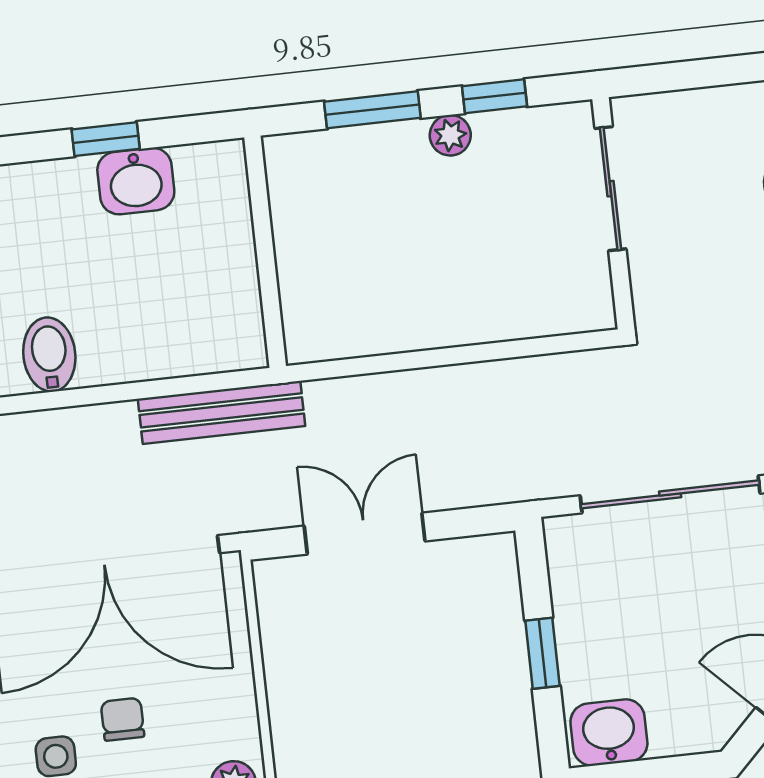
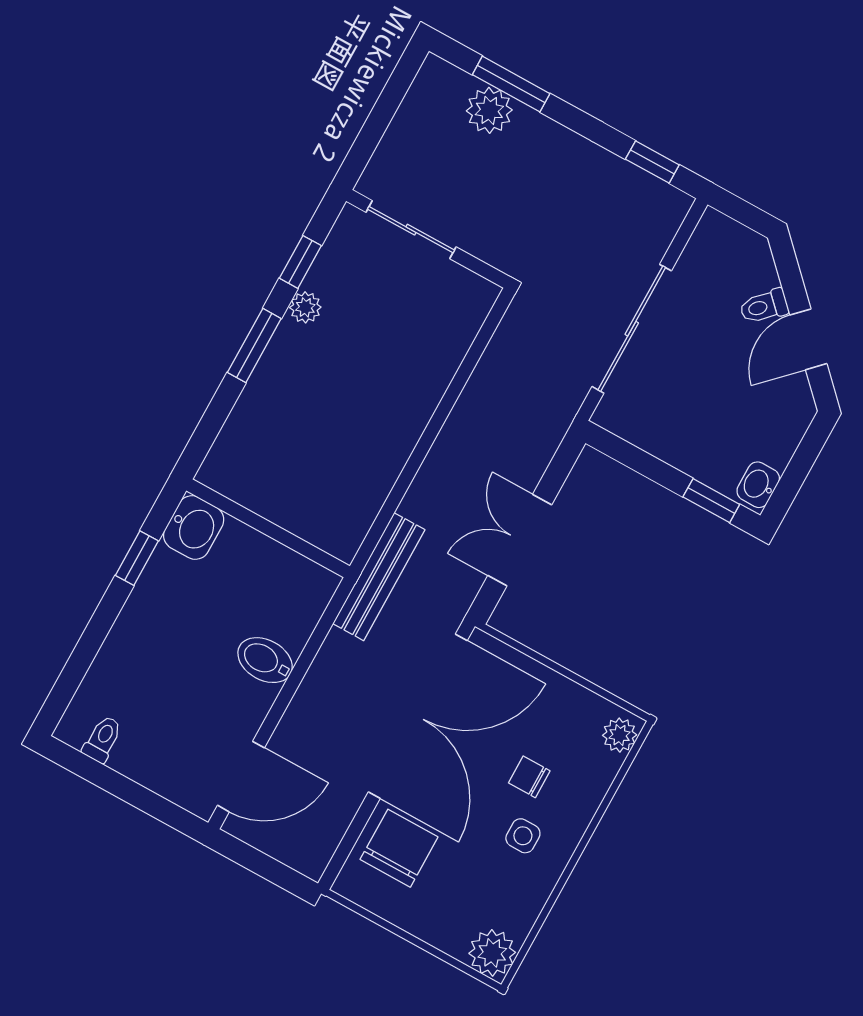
window: (106, 139) -> (137, 558), moved
wall: (265, 252) -> (268, 528), moved
window: (543, 653) -> (711, 501), moved
washbasin: (609, 733) -> (758, 485), width x0.72, depth x0.69

